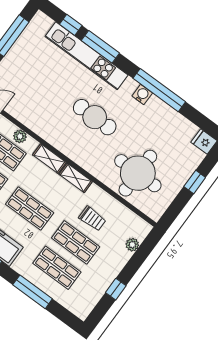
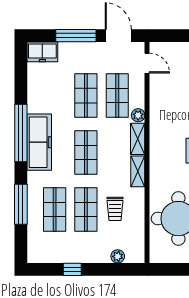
plant: (20, 136) -> (138, 115), moved

